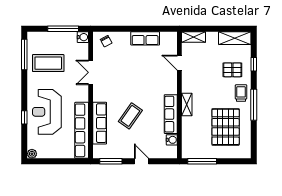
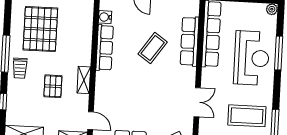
door: (179, 63) -> (91, 121), moved
pallet: (232, 70) -> (53, 86), moved, turned 90
shelving: (187, 105) -> (84, 80), moved
window: (24, 117) -> (279, 53), width x2.17

